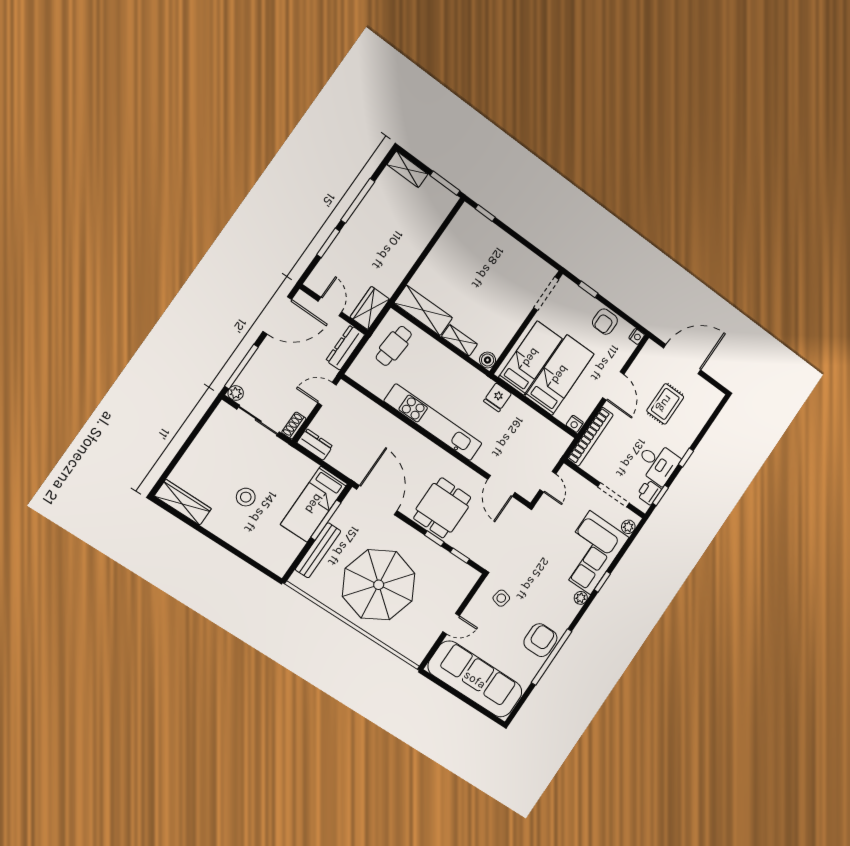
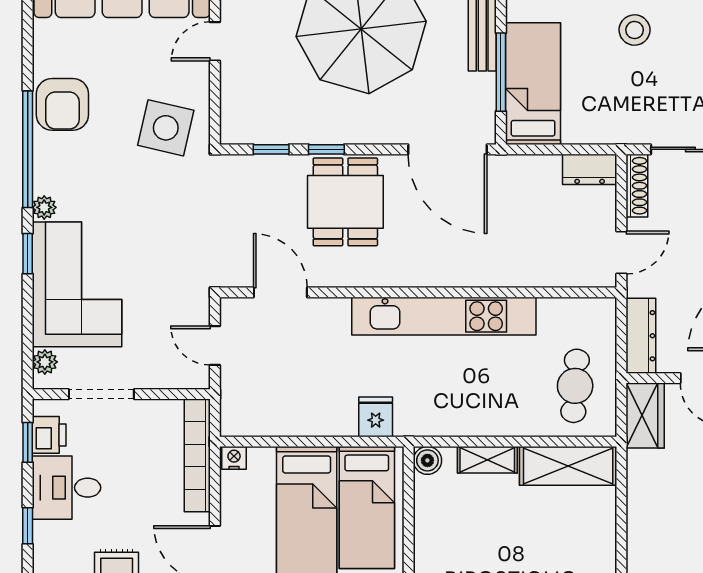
shoe rack: (294, 425) -> (637, 186), width x1.43
side table: (501, 598) -> (166, 128), width x1.87, depth x1.87
window: (552, 657) -> (28, 149), moved

